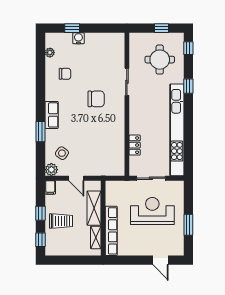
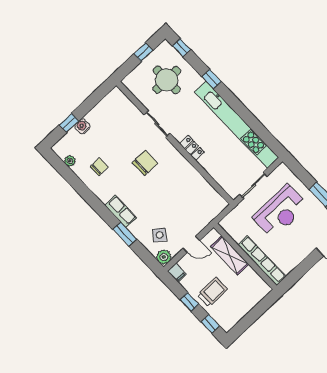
locker: (135, 145) -> (192, 148), moved
reception desk: (152, 211) -> (280, 211), turned 180
shelving: (96, 238) -> (254, 278), removed

